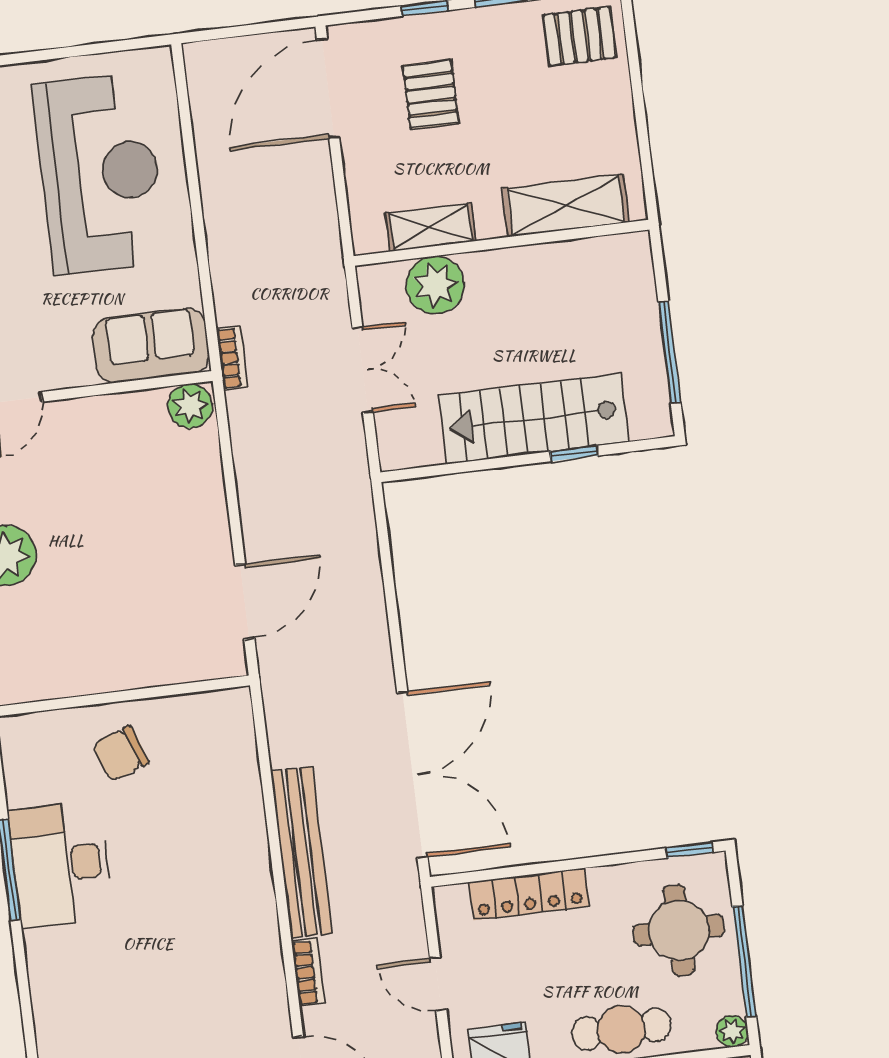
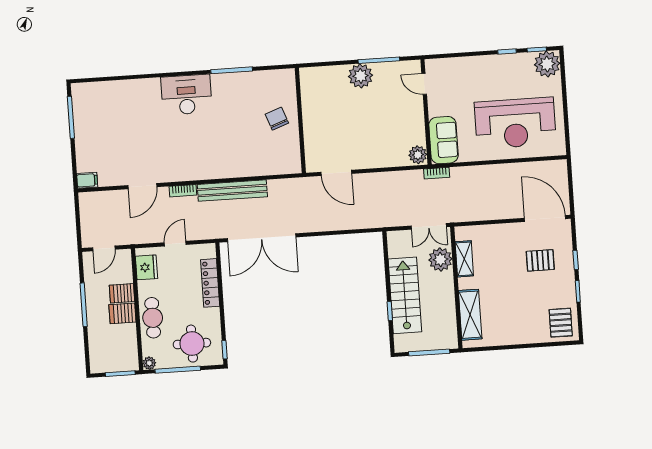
shelving: (566, 206) -> (470, 315), moved
shelving: (431, 227) -> (464, 259), moved
wall: (502, 243) -> (456, 288), moved
plant: (435, 285) -> (440, 259), moved
desk: (61, 864) -> (186, 95), moved

